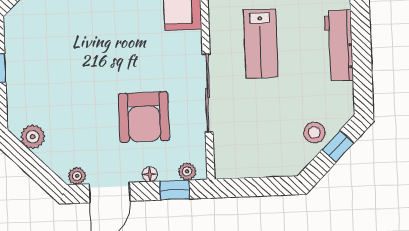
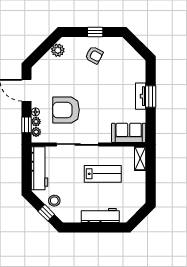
lab bench: (261, 44) -> (103, 174), turned 180
armchair: (39, 68) -> (94, 55), added
workbench: (255, 163) -> (39, 168), added
plant: (77, 176) -> (36, 122), moved

